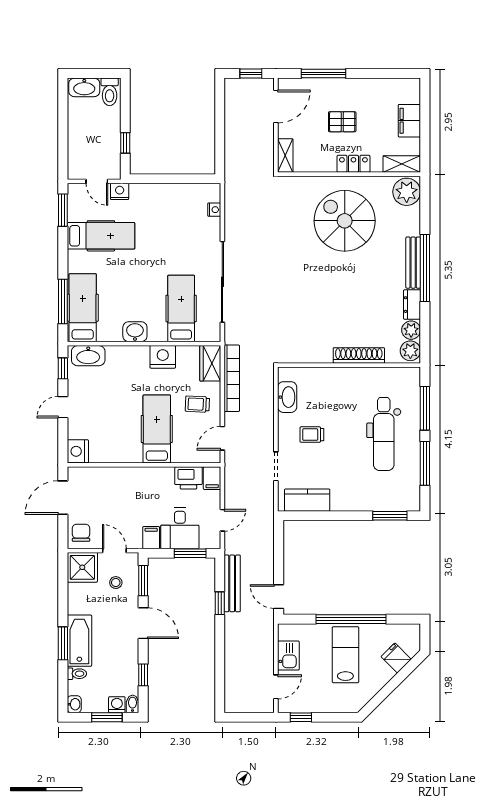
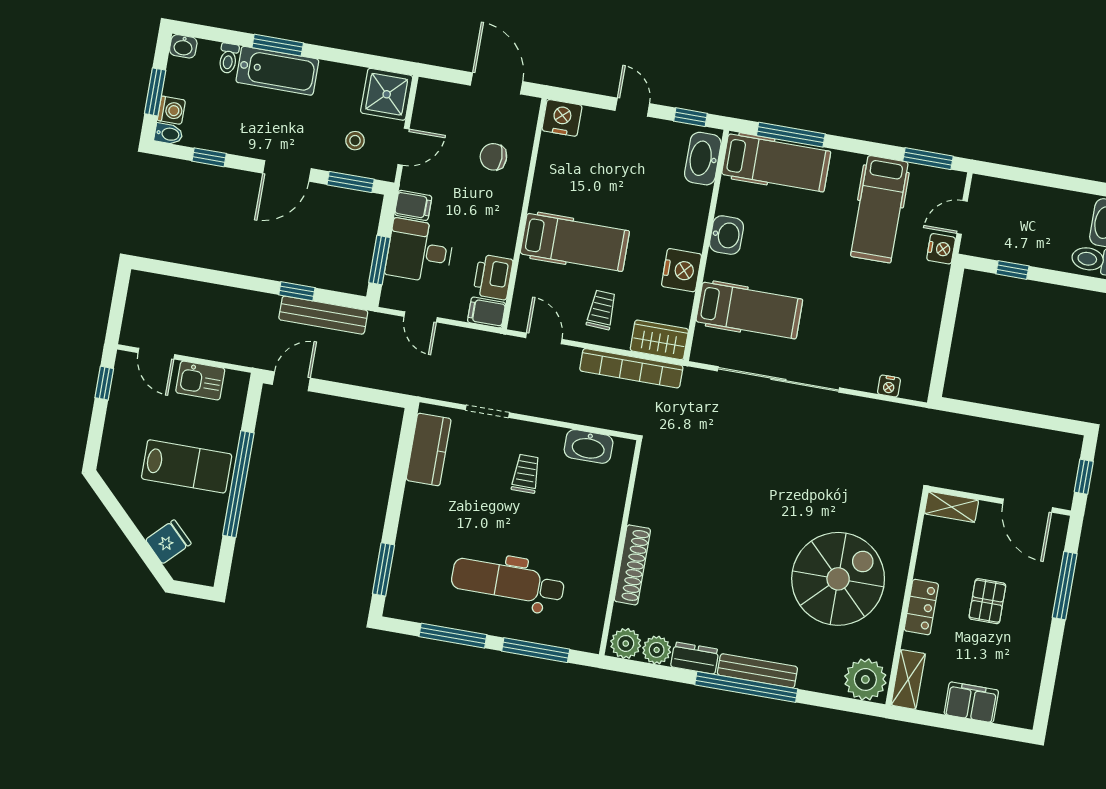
chair: (81, 533) -> (493, 157), moved, turned 180

